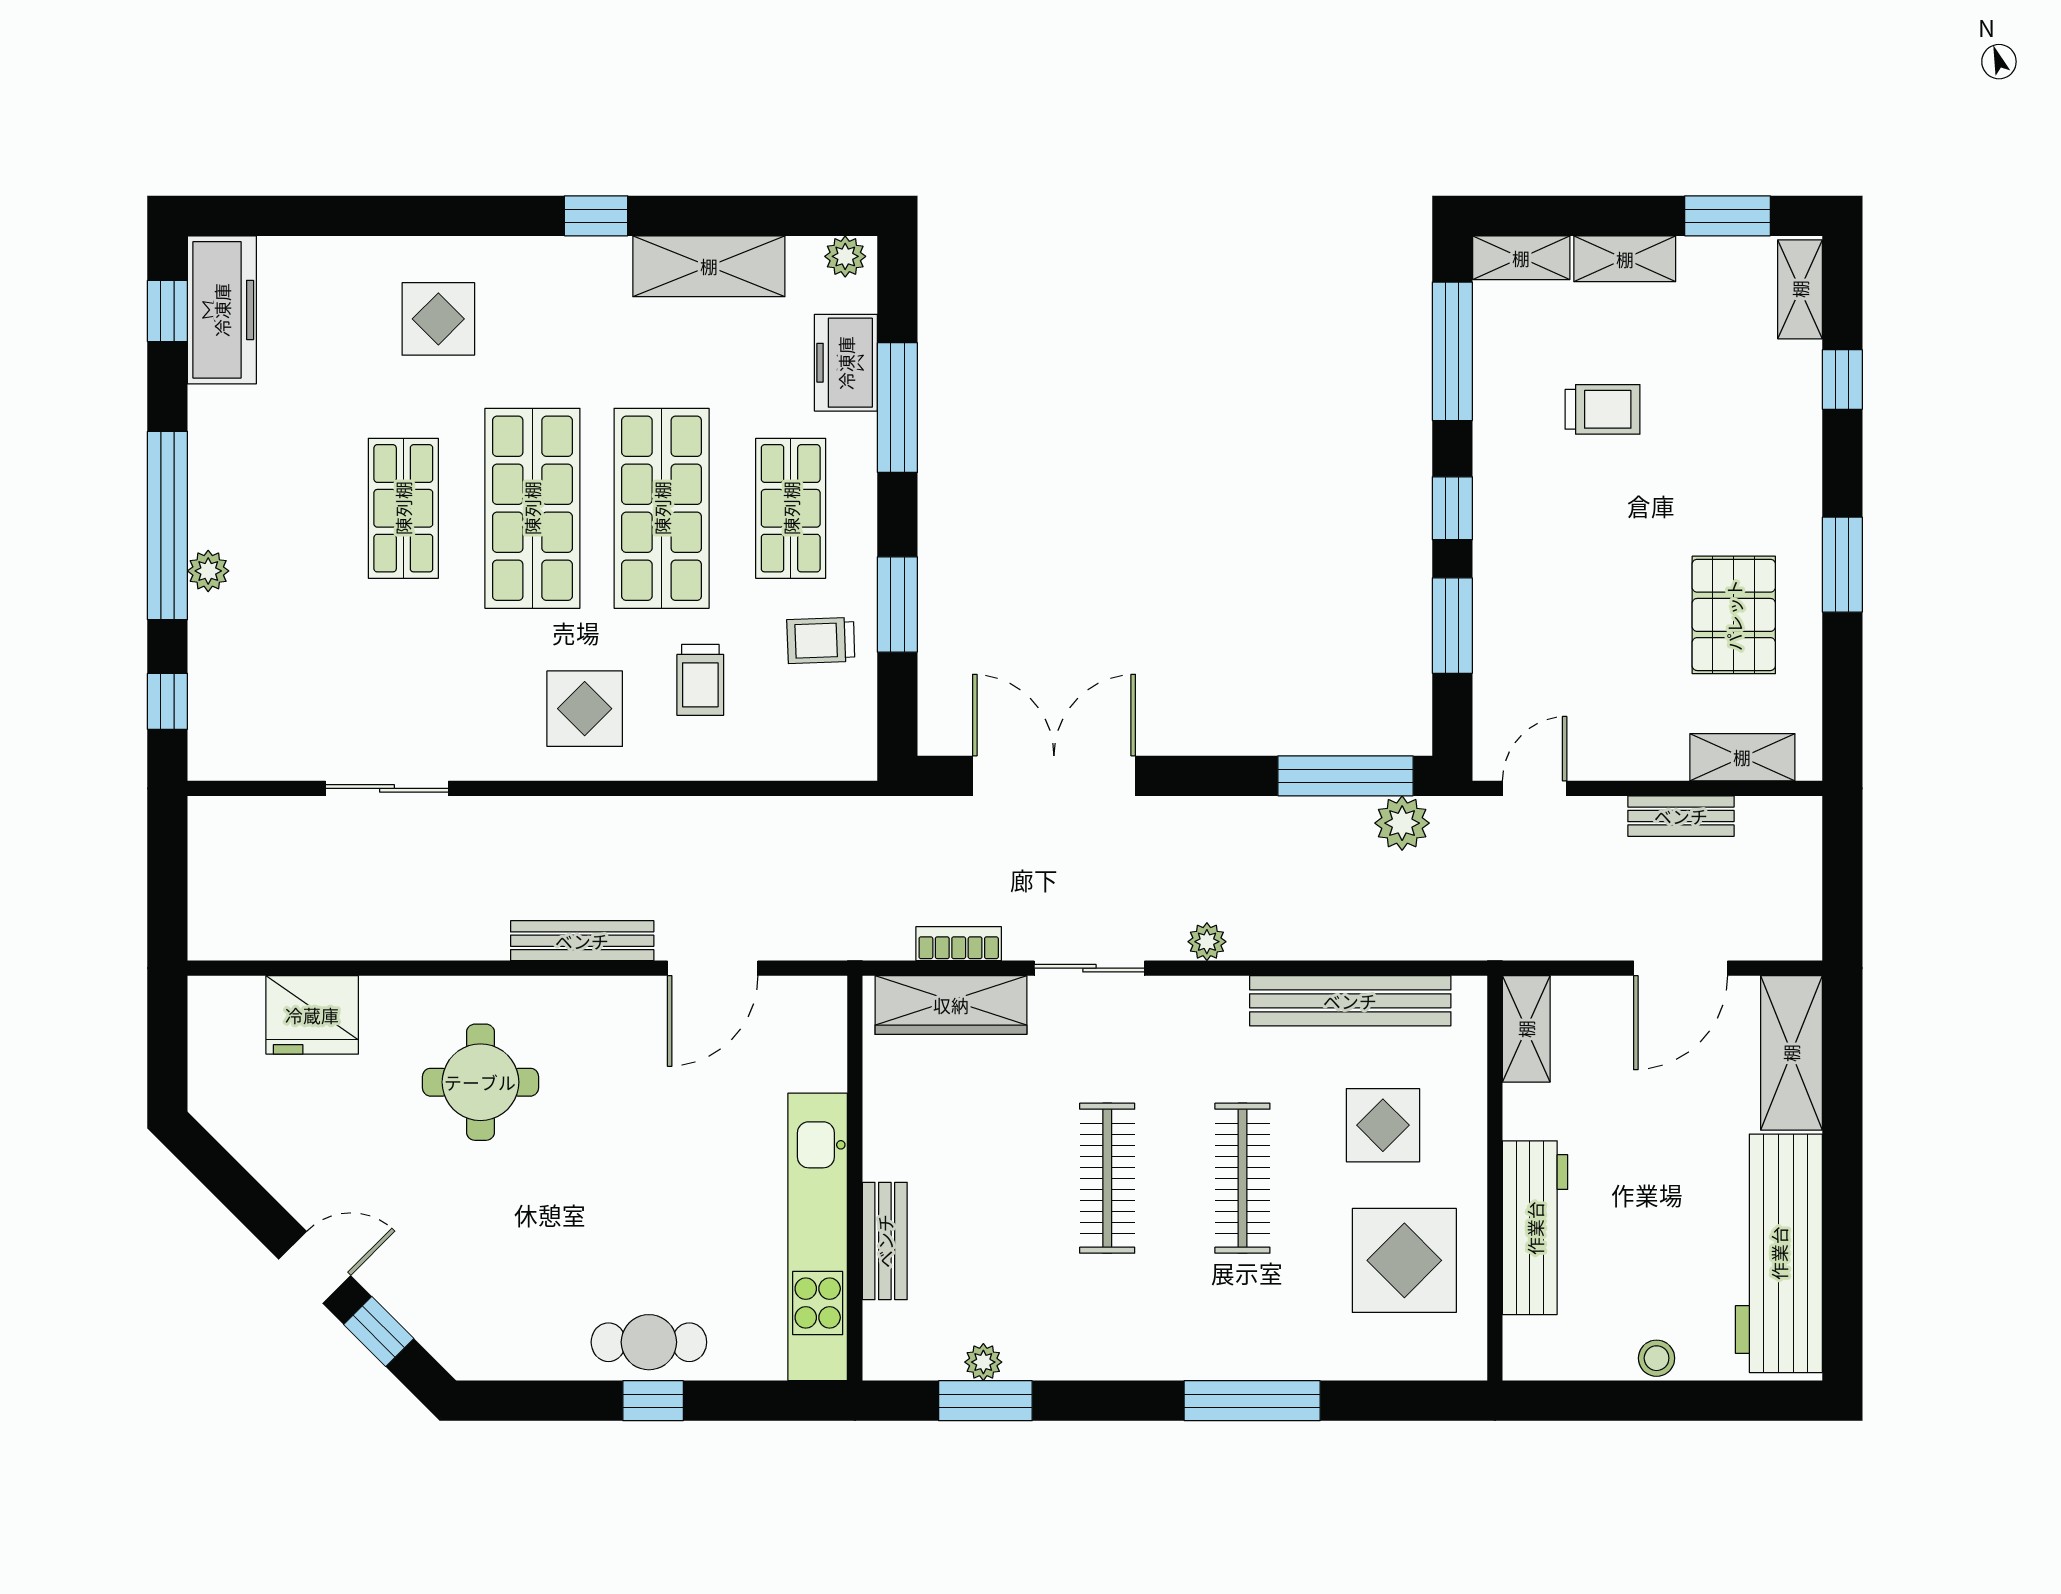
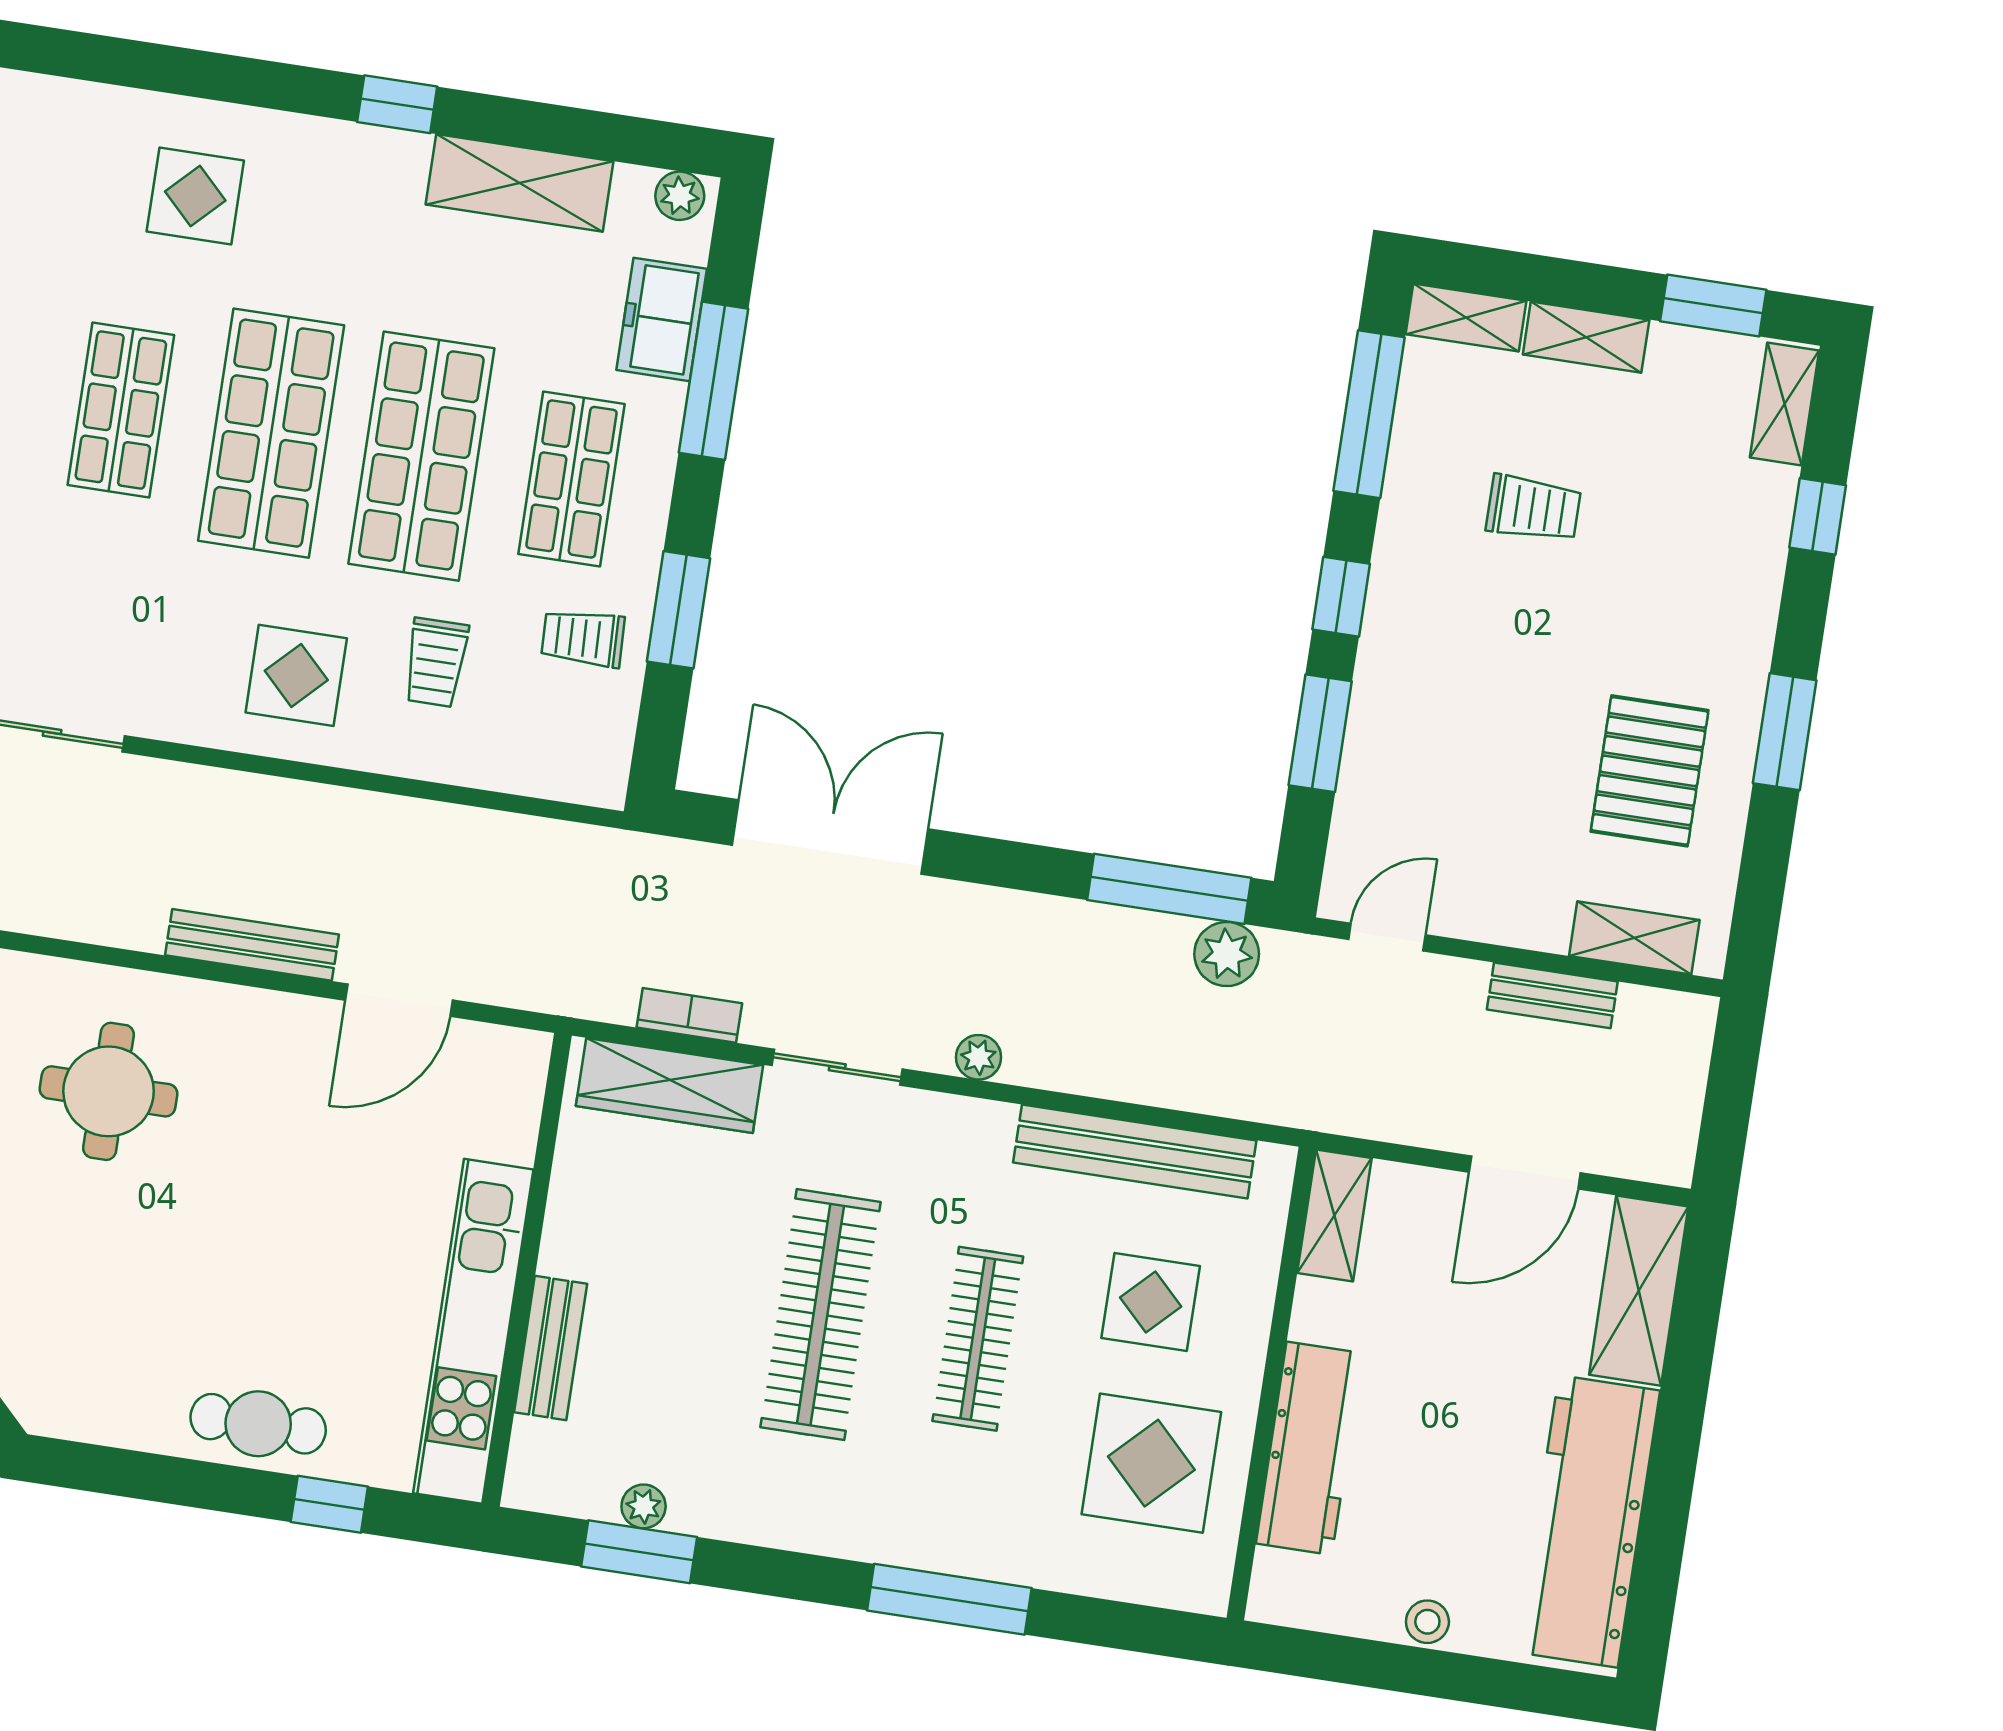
clothes rail: (1107, 1178) -> (820, 1315), width x1.37, depth x1.31
window: (653, 1401) -> (329, 1504), moved

